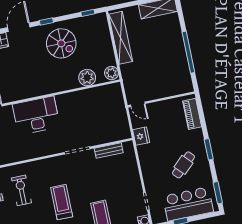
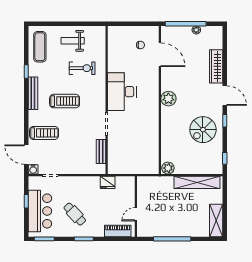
plant: (87, 78) -> (168, 99), moved
door: (138, 104) -> (136, 214), moved
desk: (36, 115) -> (122, 92), moved, turned 180

